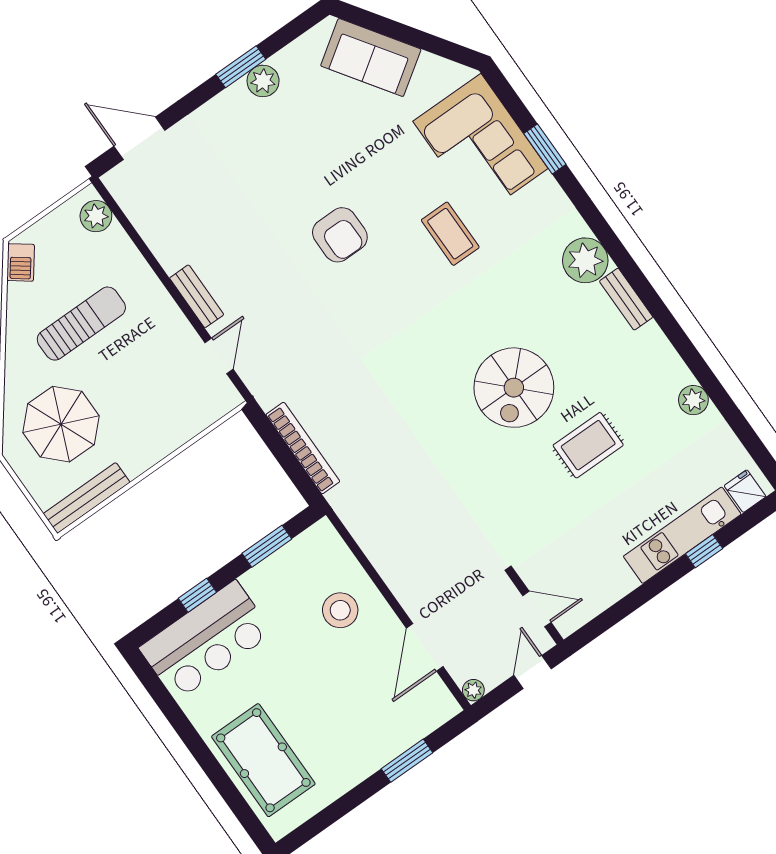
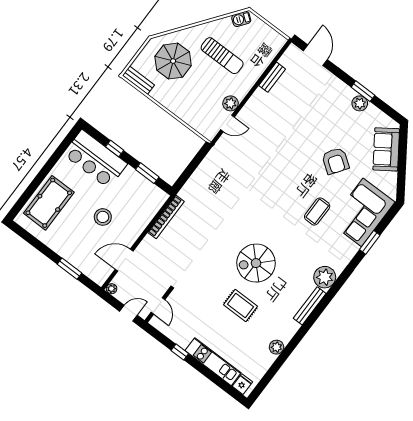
plant: (96, 216) -> (230, 103), moved
armchair: (340, 235) -> (335, 161), moved, turned -55
bench: (197, 296) -> (272, 77), moved
bench: (626, 299) -> (310, 306), width x1.36
bookcase: (303, 448) -> (166, 217), moved
bench: (87, 498) -> (138, 80), width x0.73
window: (704, 551) -> (180, 352), moved
stool: (340, 610) -> (103, 217), moved

